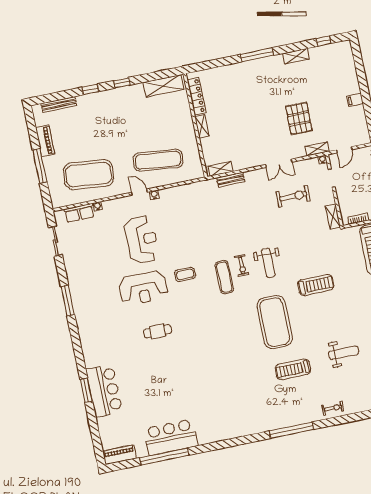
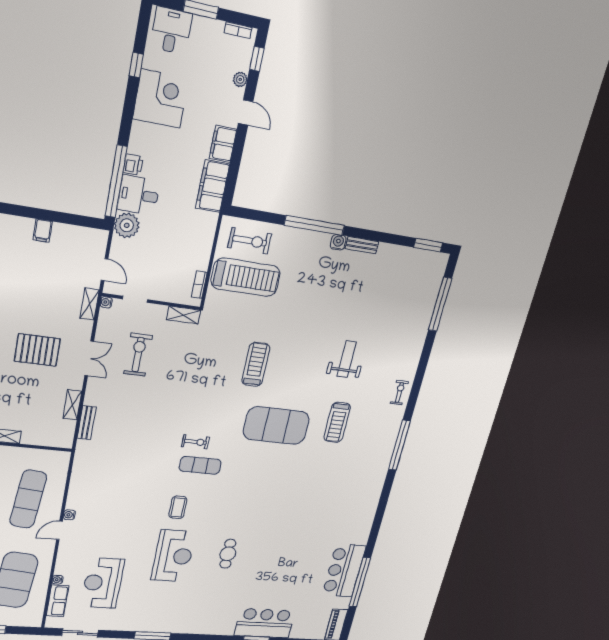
pallet: (299, 118) -> (37, 350), moved
shelving: (221, 169) -> (72, 405), moved
reception desk: (142, 240) -> (103, 583), moved, turned -90
weight bench: (268, 263) -> (206, 411), removed

